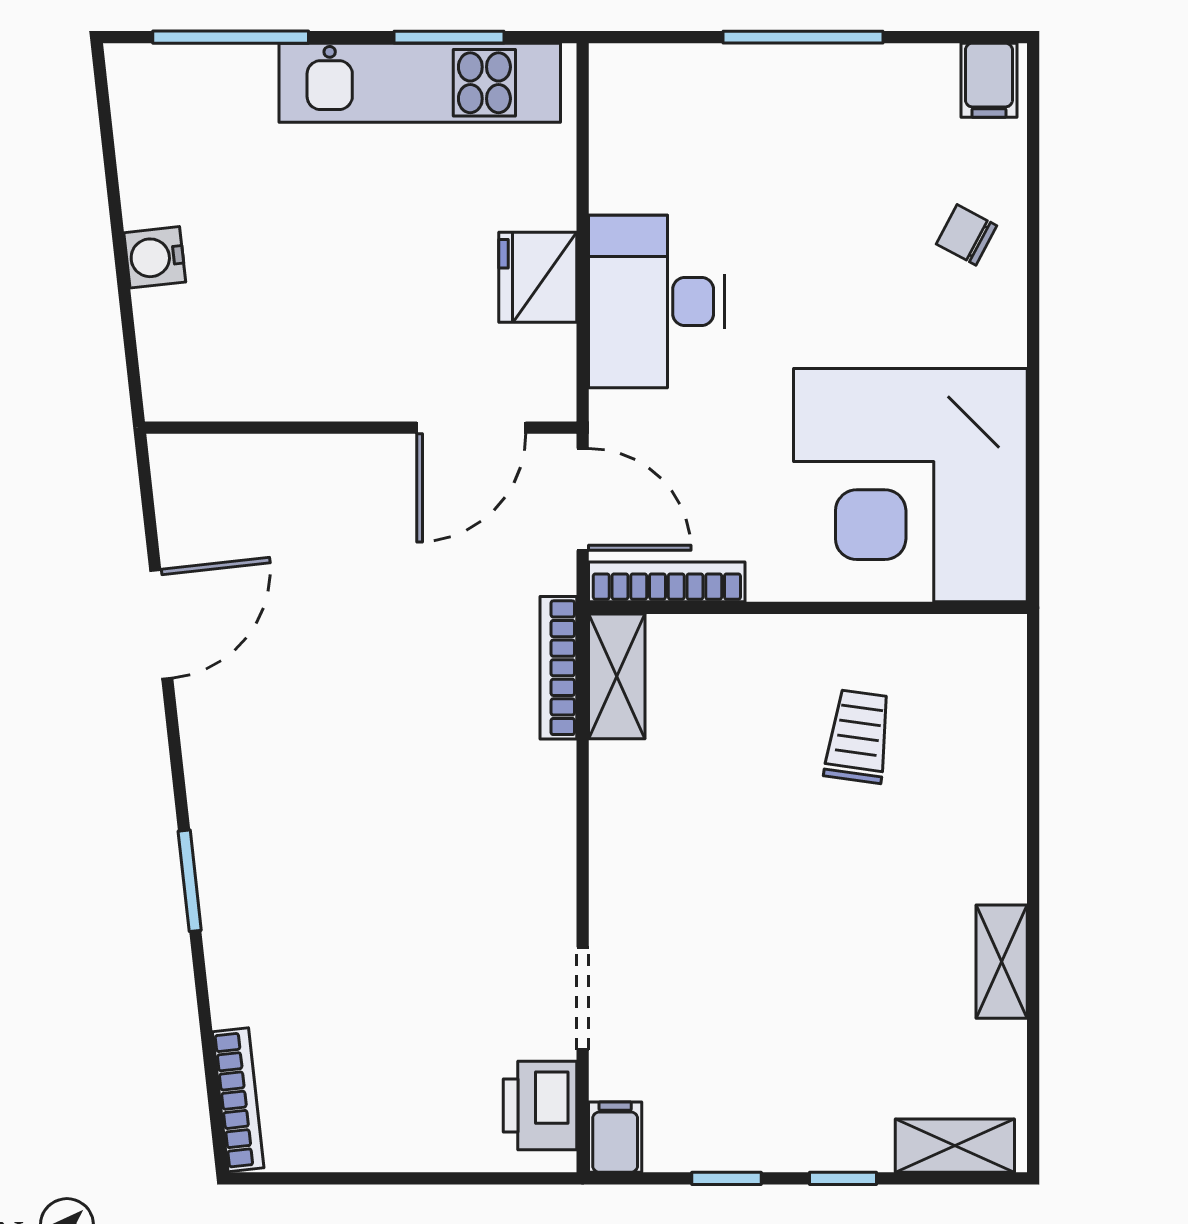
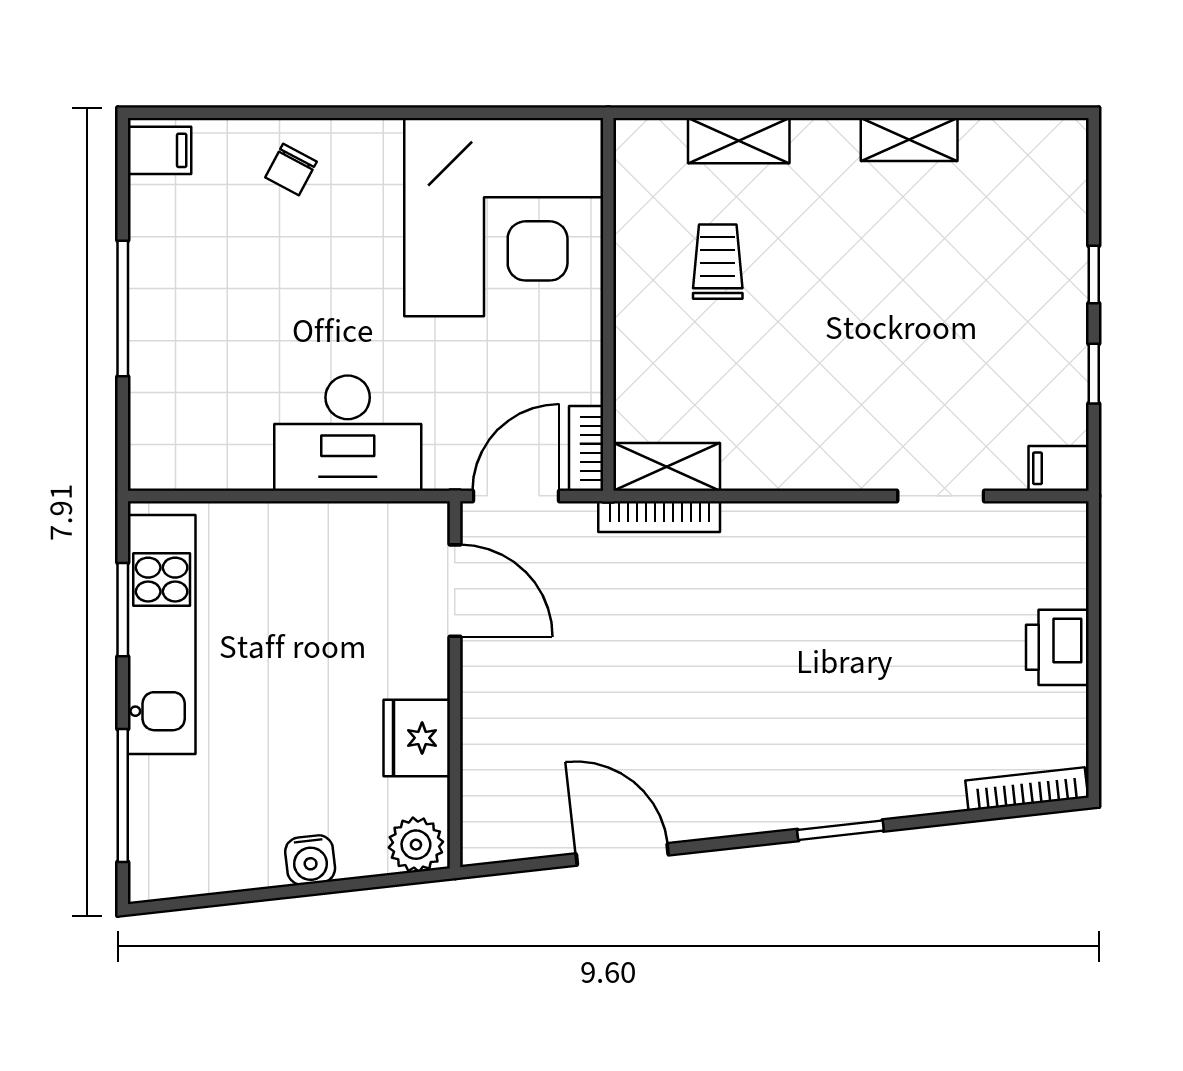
fridge: (538, 277) -> (417, 738), moved, turned 90
plant: (173, 382) -> (416, 845), added
bookcase: (667, 582) -> (586, 448), width x0.64
trolley: (858, 737) -> (718, 262), turned 82
printer: (540, 1106) -> (1057, 647), moved, turned 90
shelving: (955, 1146) -> (739, 141), moved, turned 90

